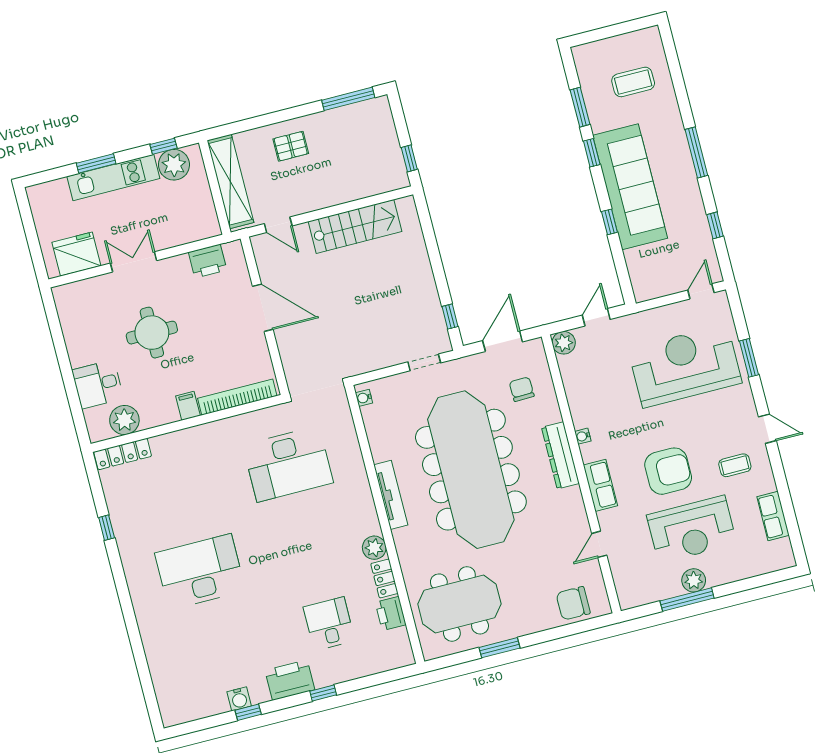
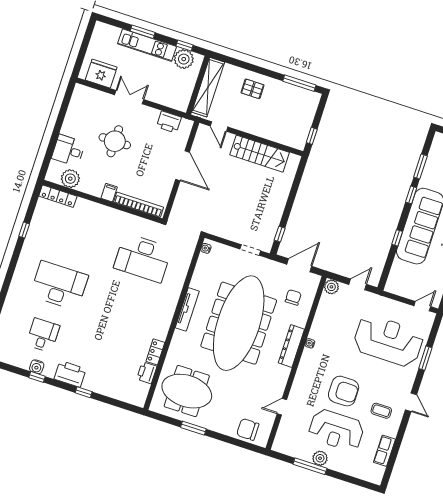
row of seats: (600, 485) -> (302, 376), removed
plant: (374, 548) -> (160, 332), removed
desk: (329, 624) -> (43, 335), moved

